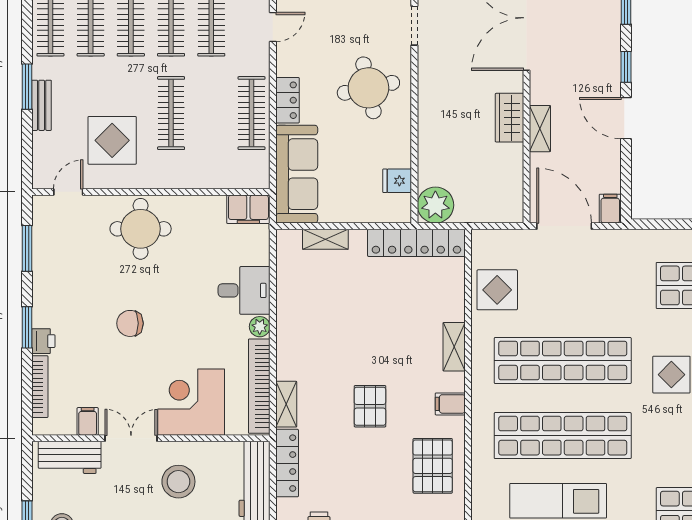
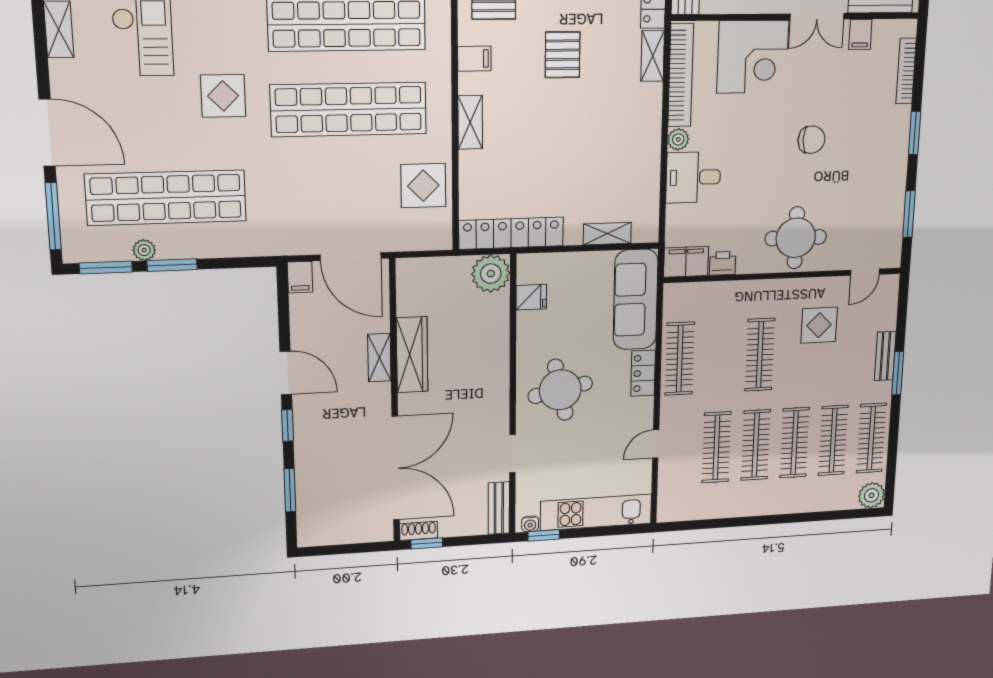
wardrobe: (509, 118) -> (412, 355), width x1.50
display table: (112, 140) -> (819, 325), width x0.73, depth x0.73
printer: (43, 341) -> (723, 263), moved, turned 90

